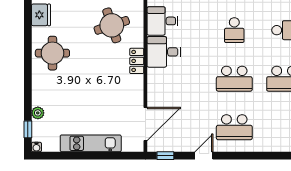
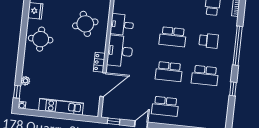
school desk: (234, 30) -> (173, 37), width x1.85
desk: (164, 52) -> (120, 51), width x1.37
locker: (137, 61) -> (99, 62), moved
door: (145, 124) -> (103, 85), moved

